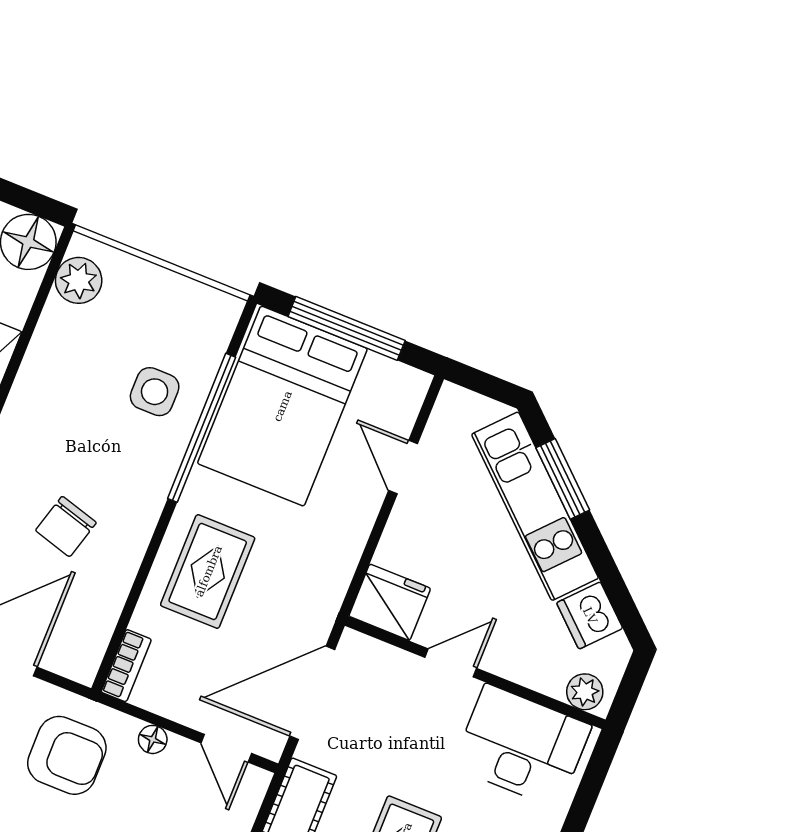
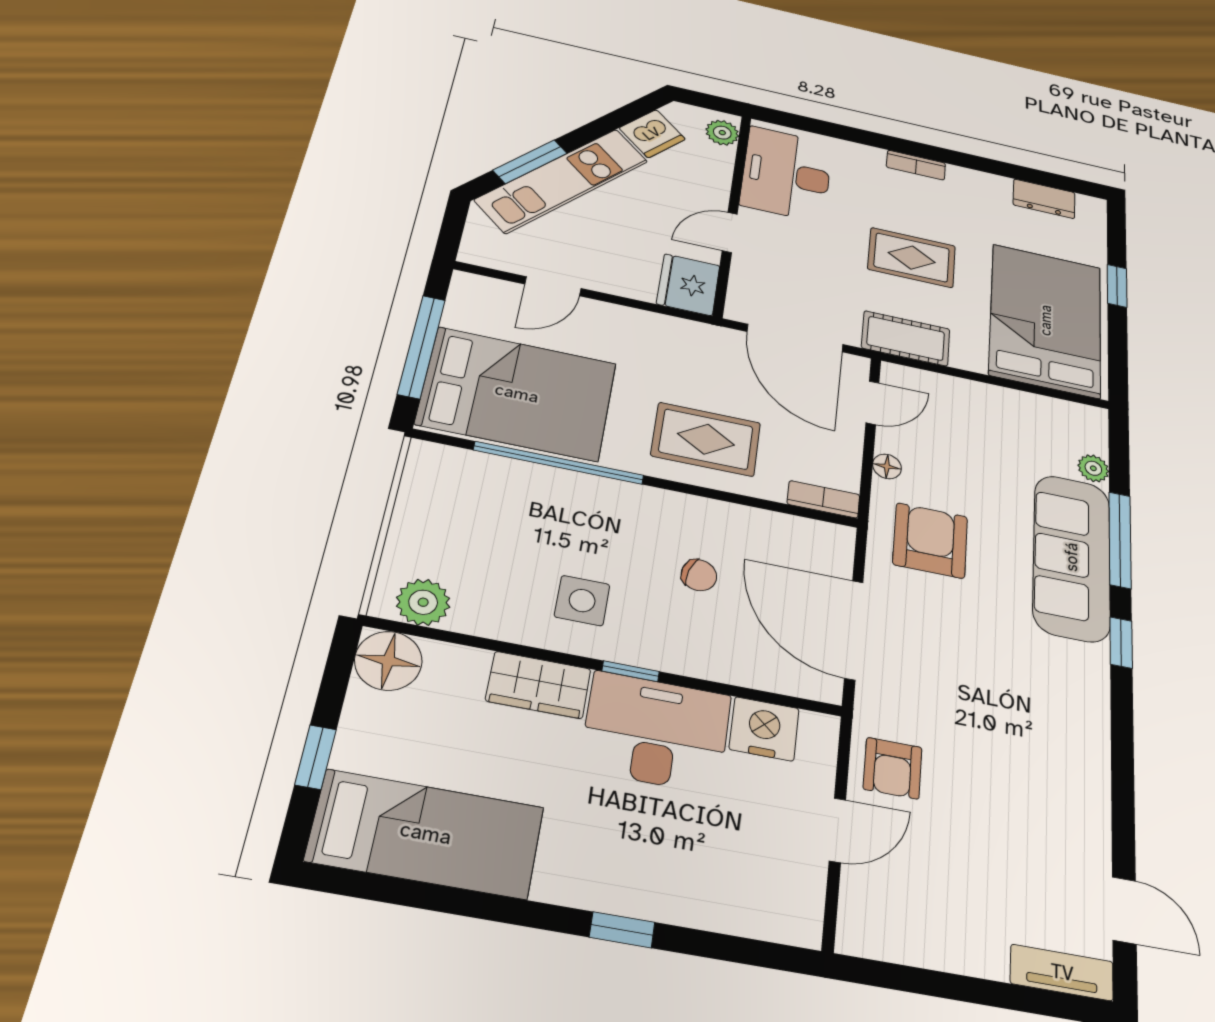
side table: (155, 392) -> (582, 601), moved
chair: (66, 527) -> (699, 575), width x0.73, depth x0.73
door: (451, 663) -> (730, 232), hinge flipped

